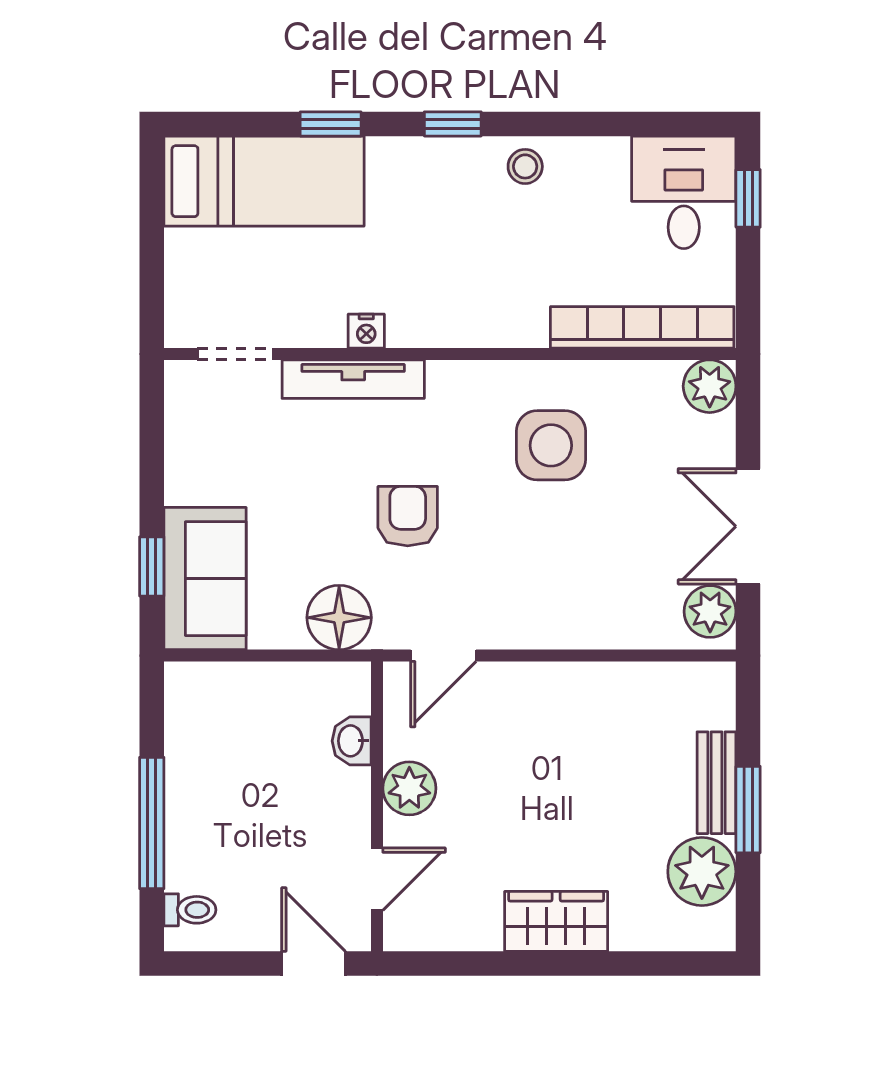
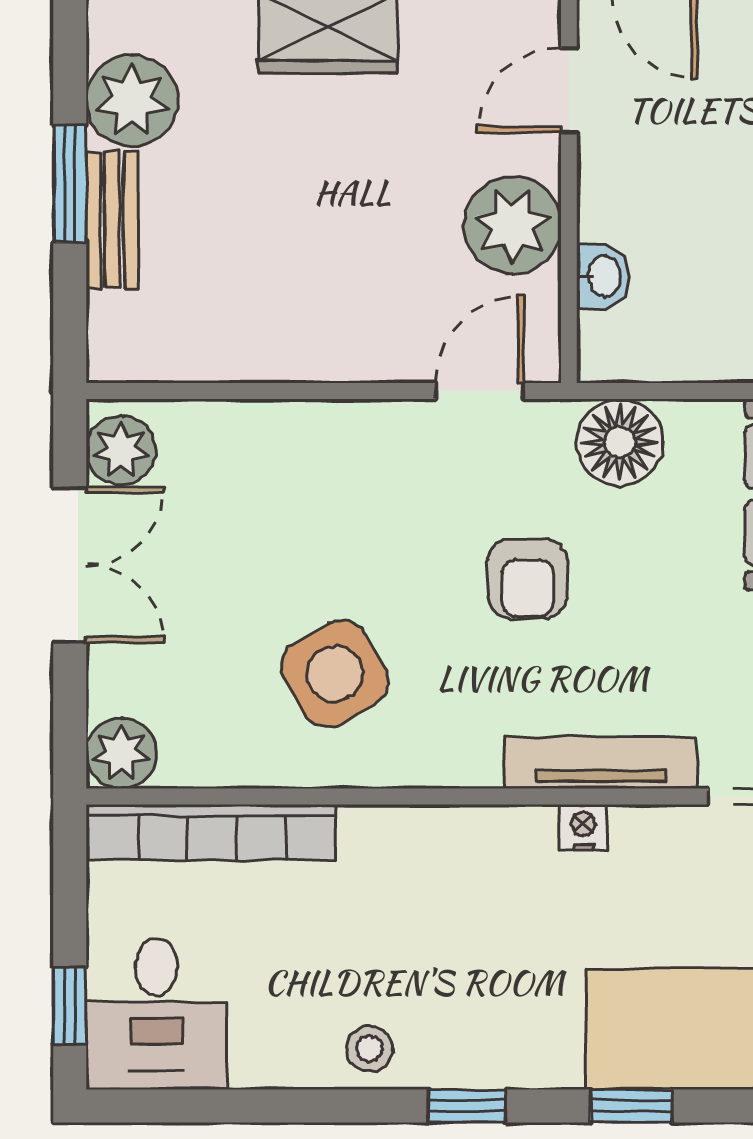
side table: (551, 445) -> (335, 674), turned -30
plant: (409, 788) -> (512, 225), width x1.36, depth x1.36

